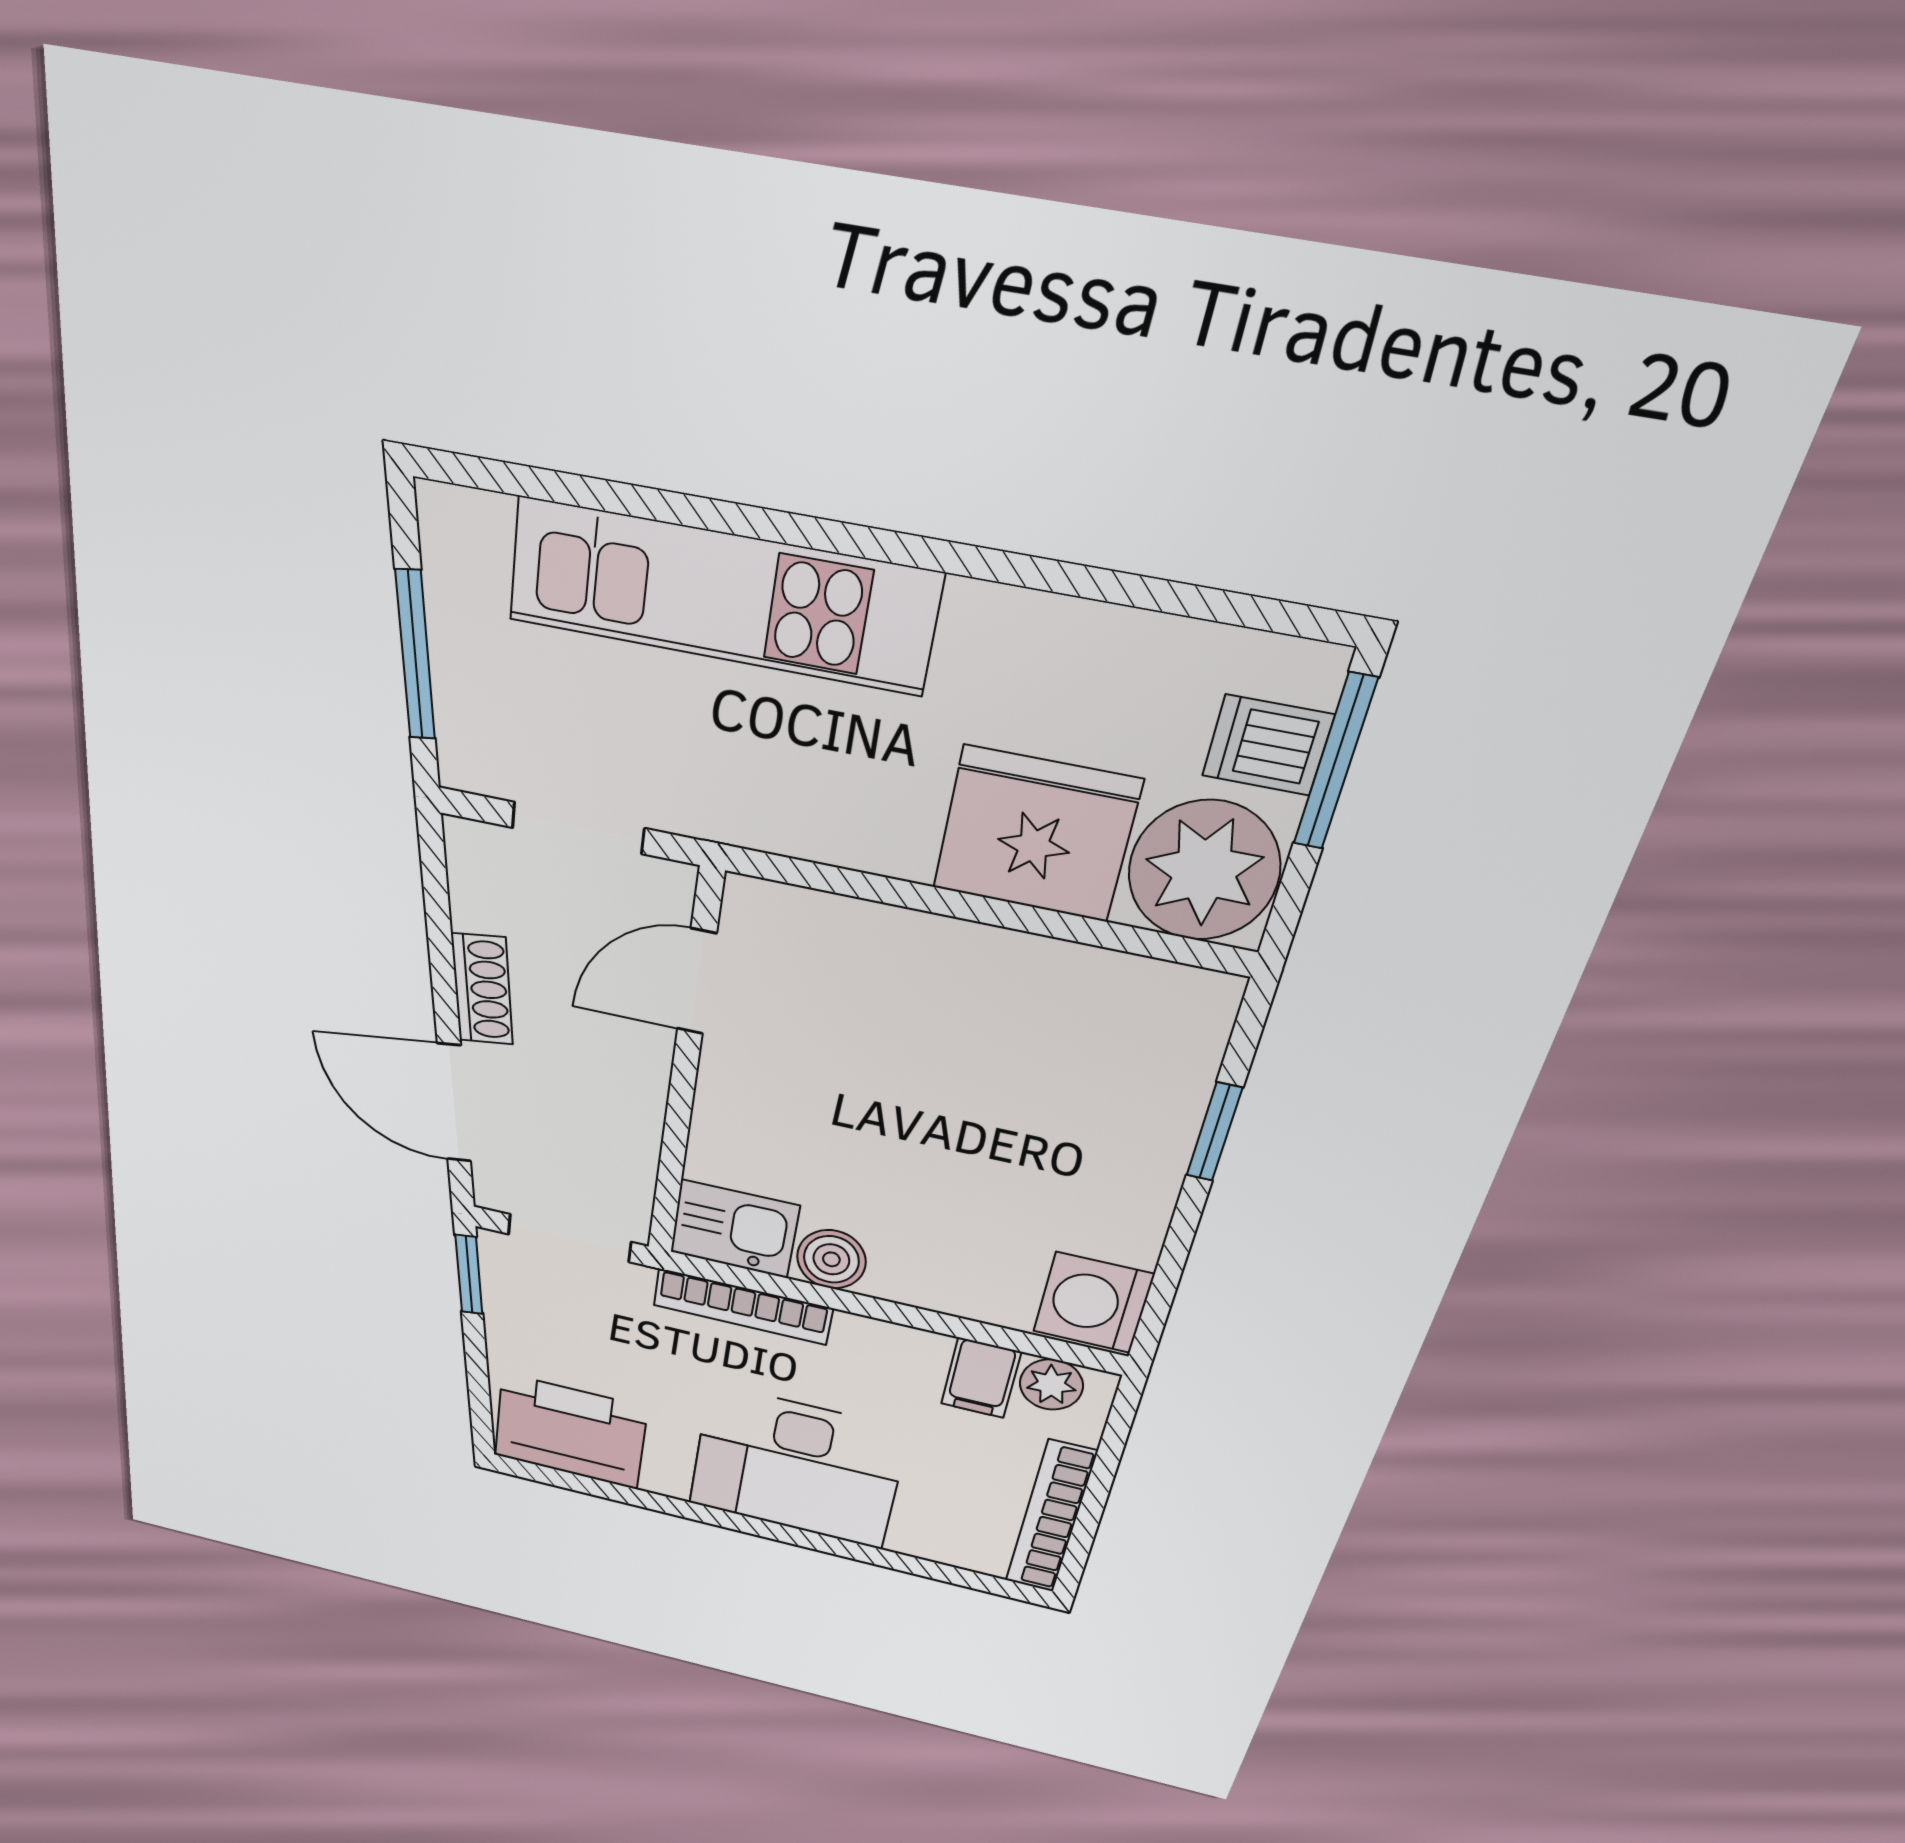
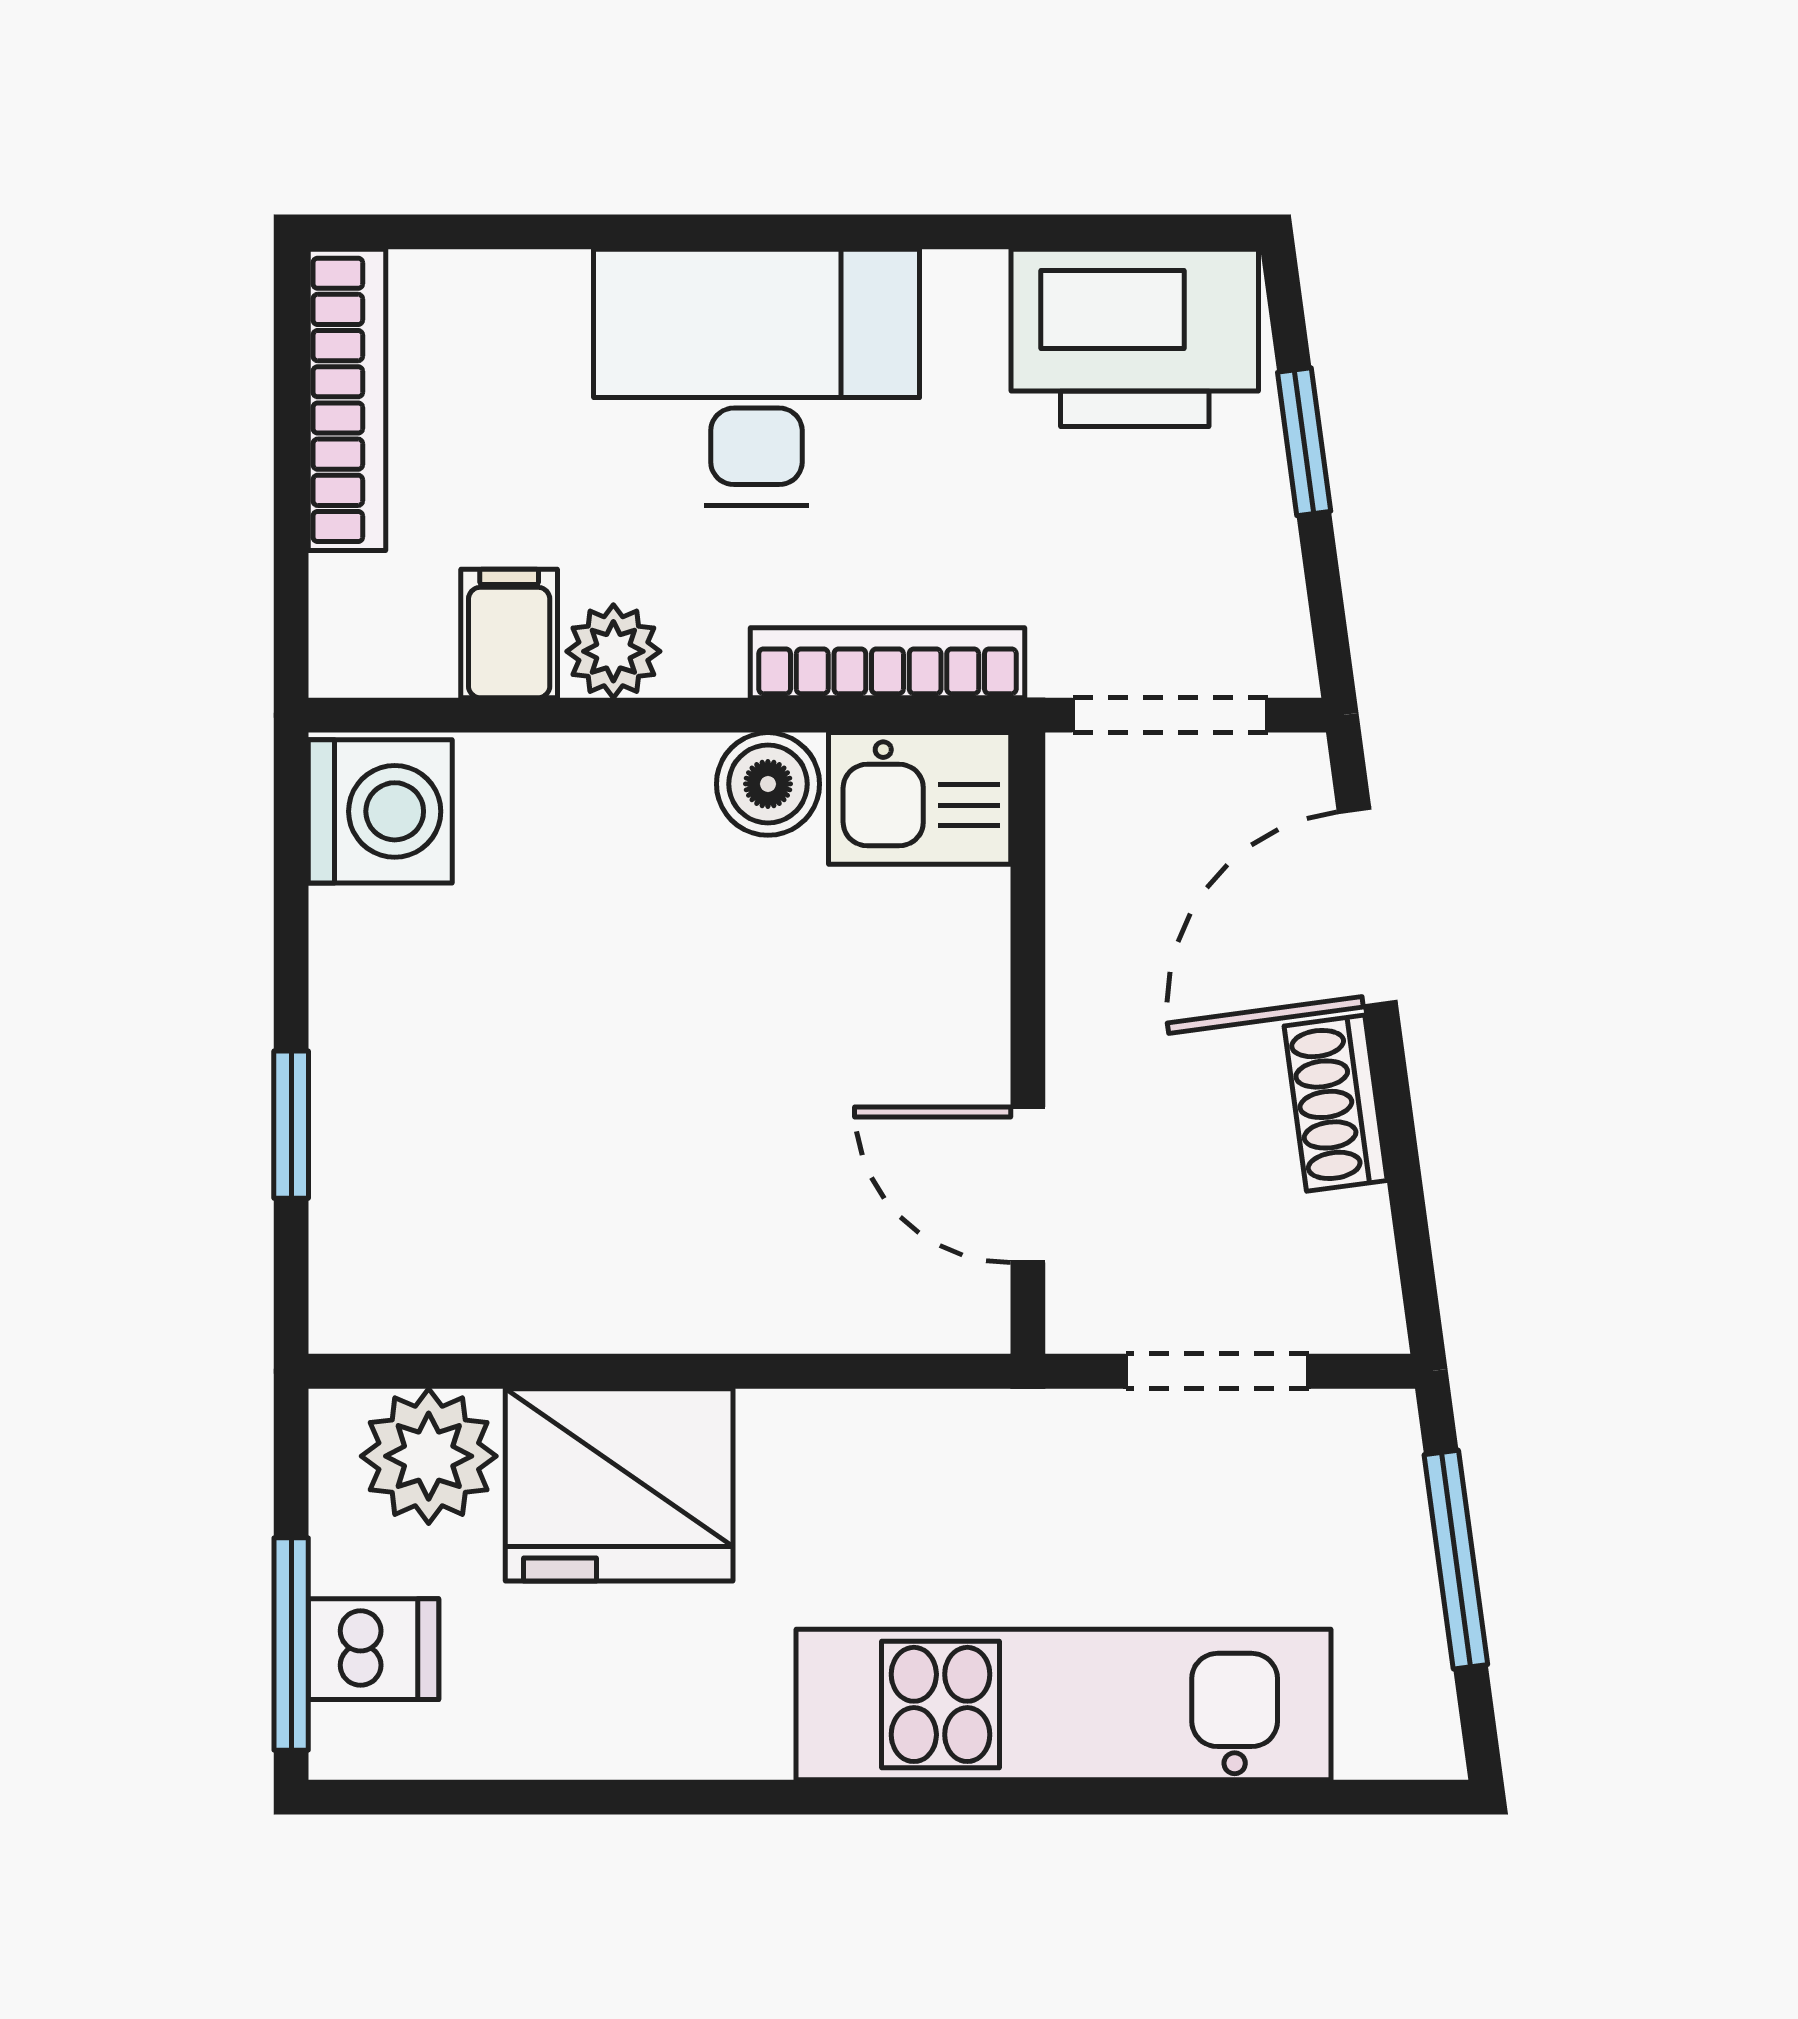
plant: (1204, 871) -> (429, 1456), width x0.73, depth x0.73
door: (697, 982) -> (1028, 1185), swing flipped
door: (454, 1103) -> (1367, 907), swing flipped
window: (469, 1275) -> (1304, 442), moved
plant: (1051, 1385) -> (613, 651), moved

